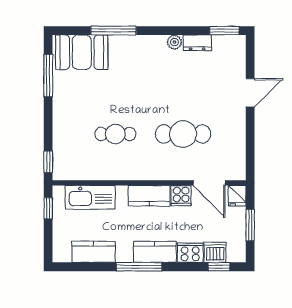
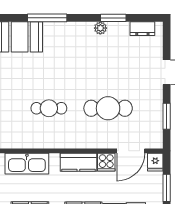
window: (224, 31) -> (113, 18), moved
dresser: (197, 43) -> (142, 29), moved
window: (250, 143) -> (167, 116), added
door: (209, 183) -> (131, 151), hinge flipped

